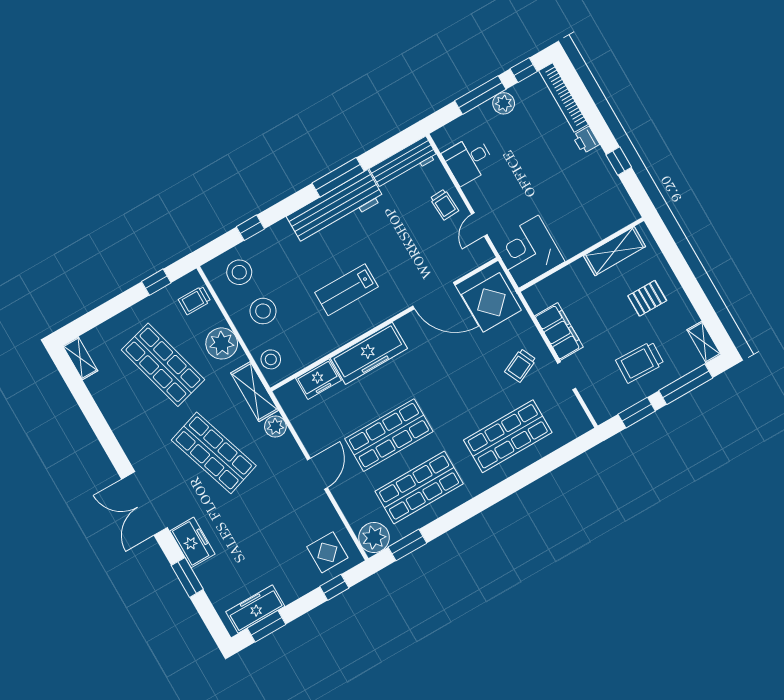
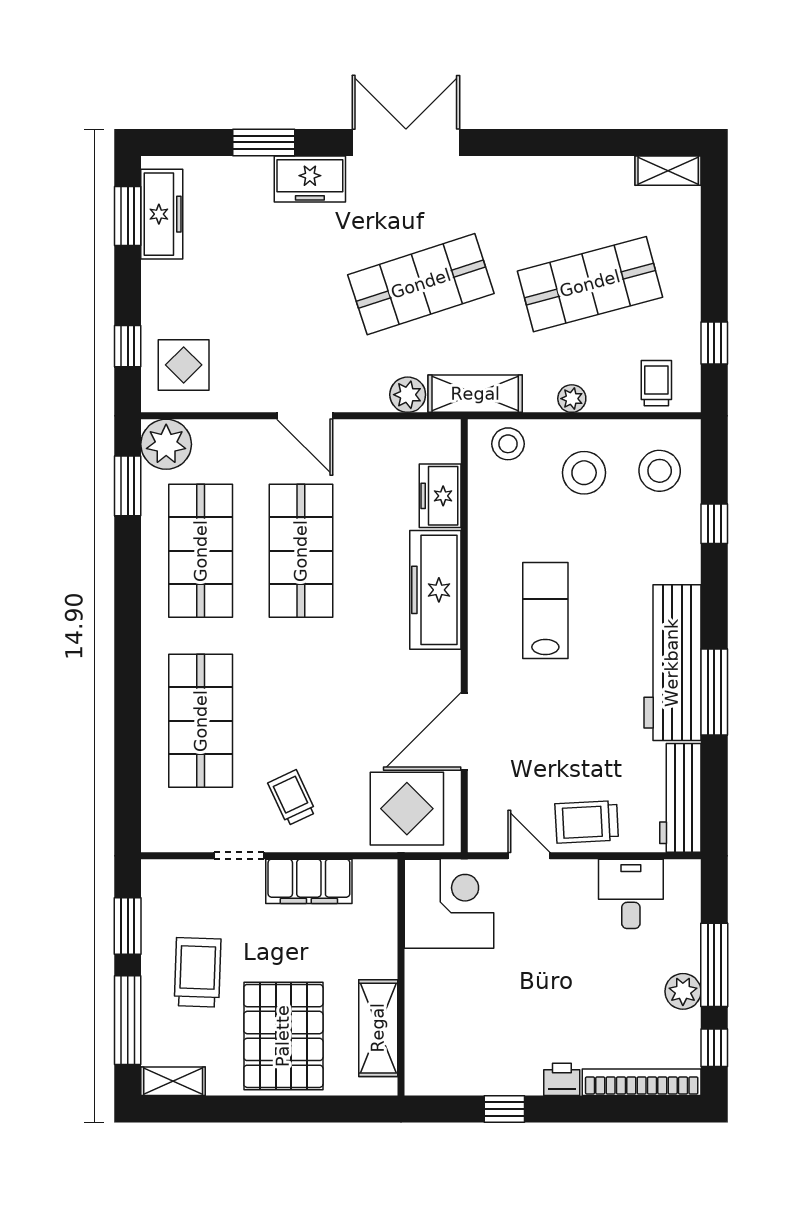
trolley: (444, 205) -> (587, 822), width x1.36, depth x1.39
pallet: (647, 298) -> (283, 1036), width x2.05, depth x2.00
plant: (222, 343) -> (572, 399), width x0.53, depth x0.53

